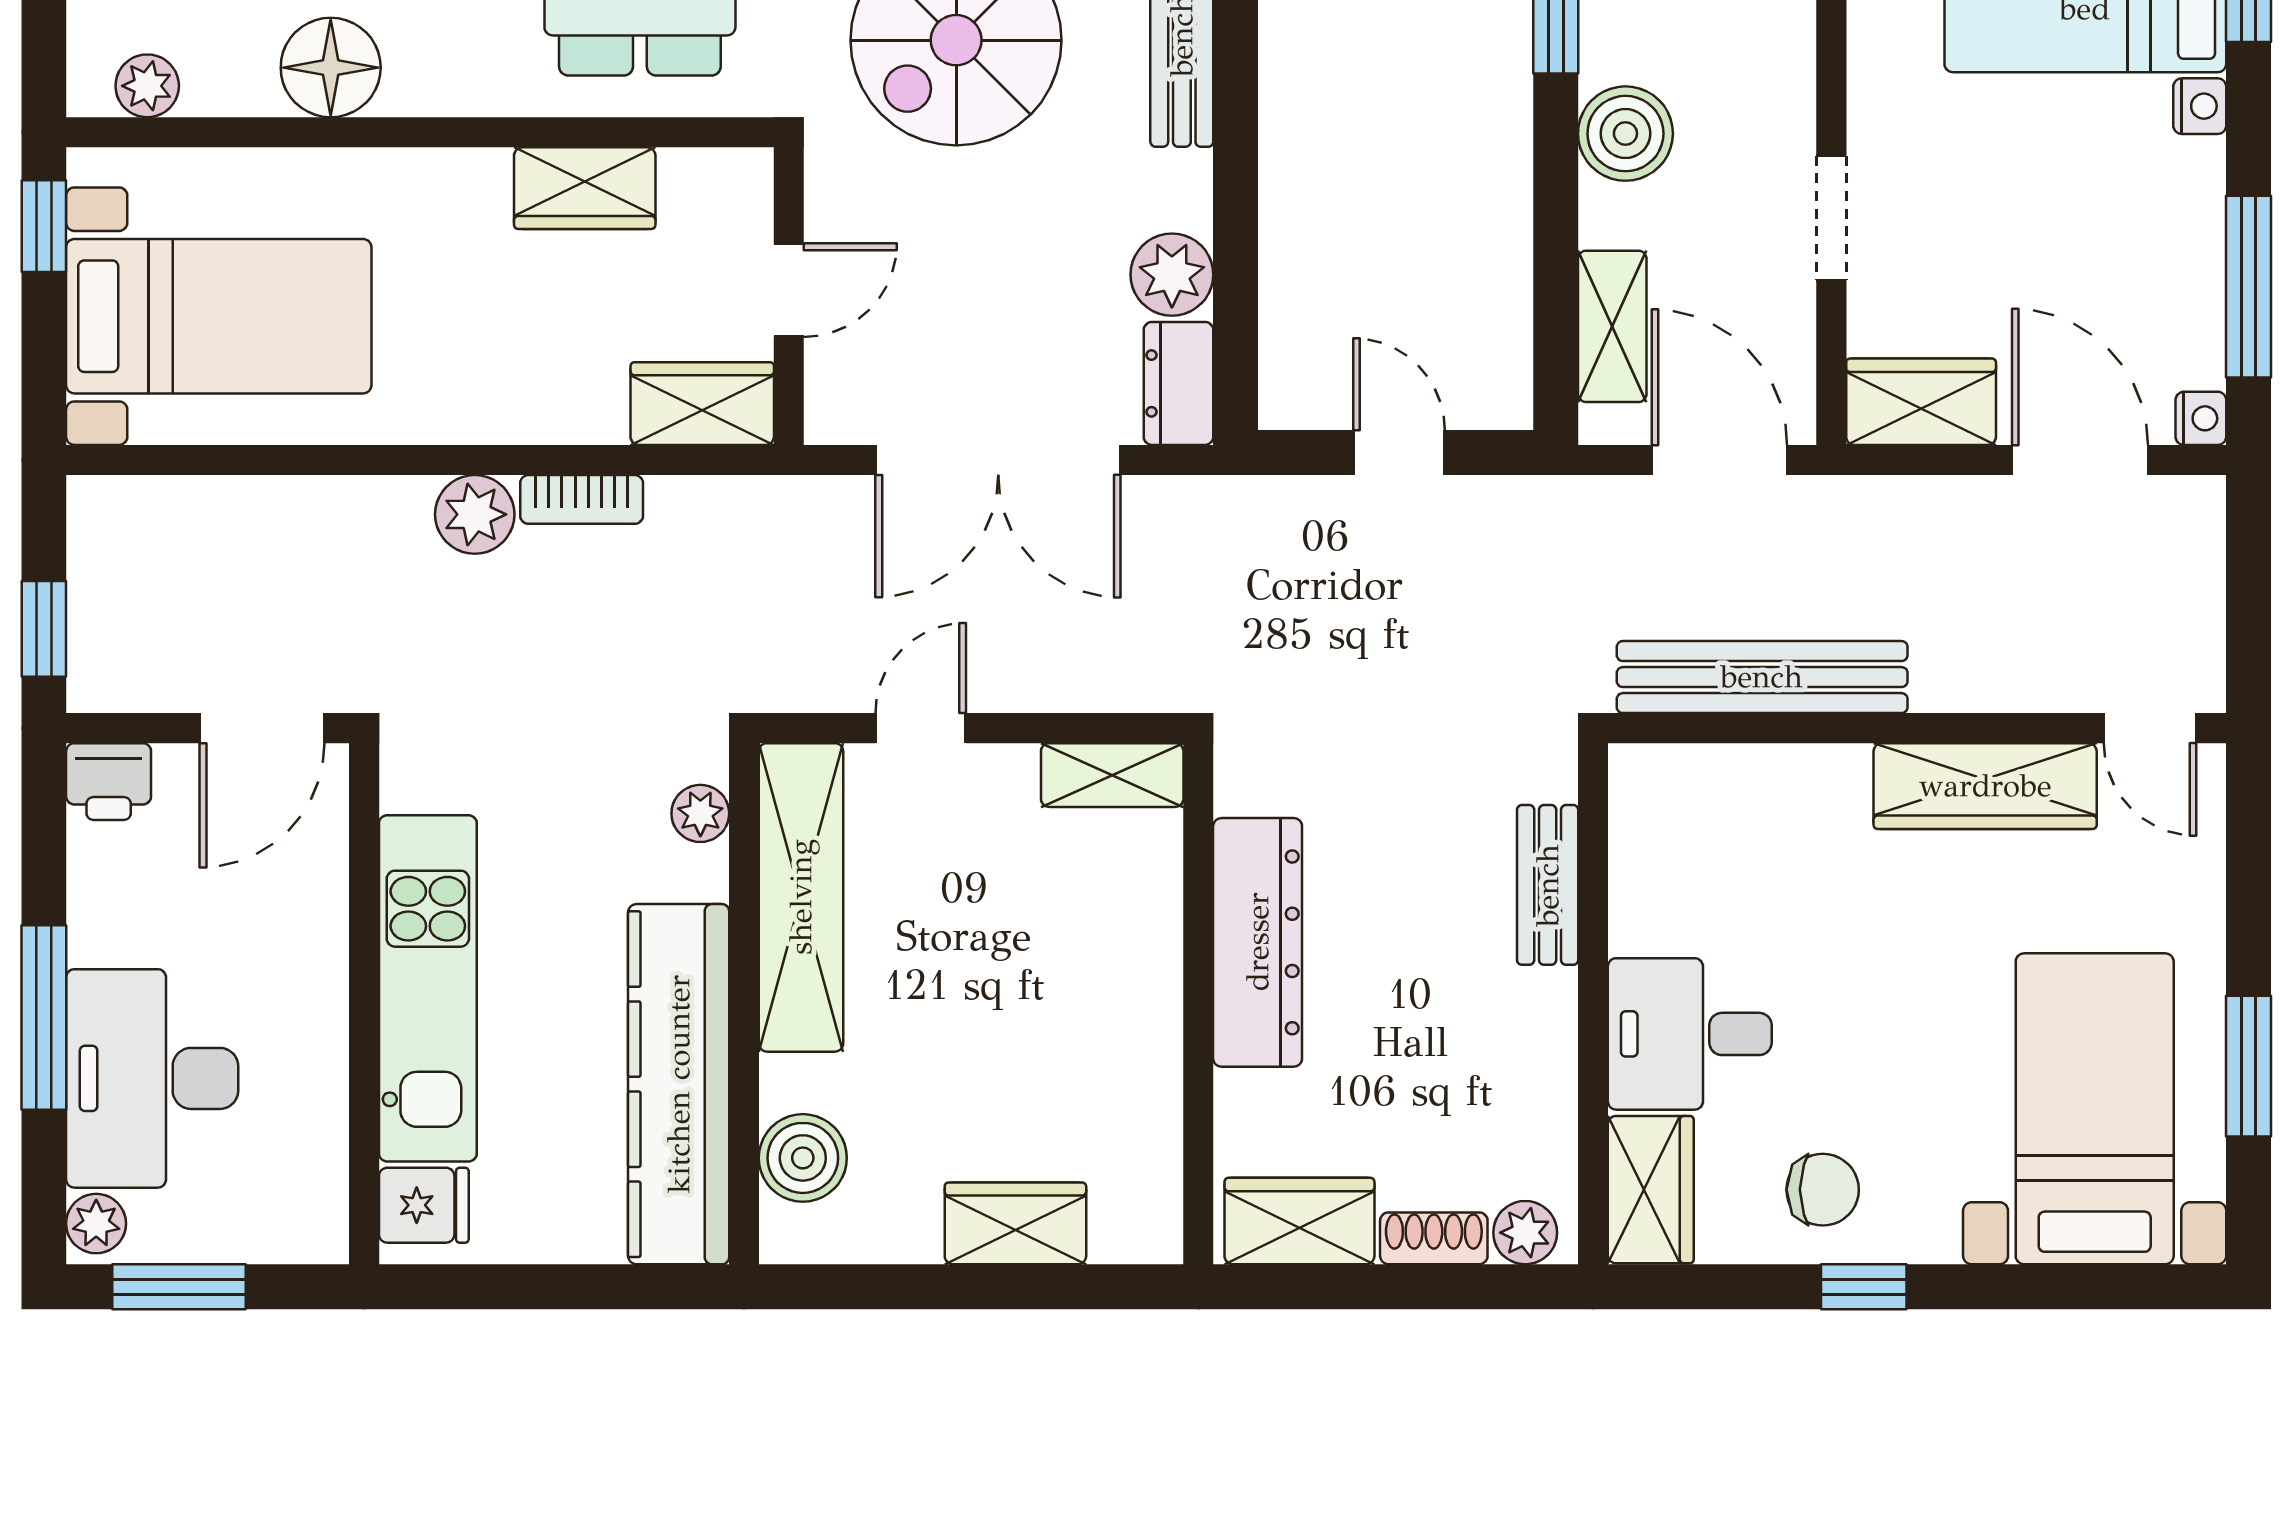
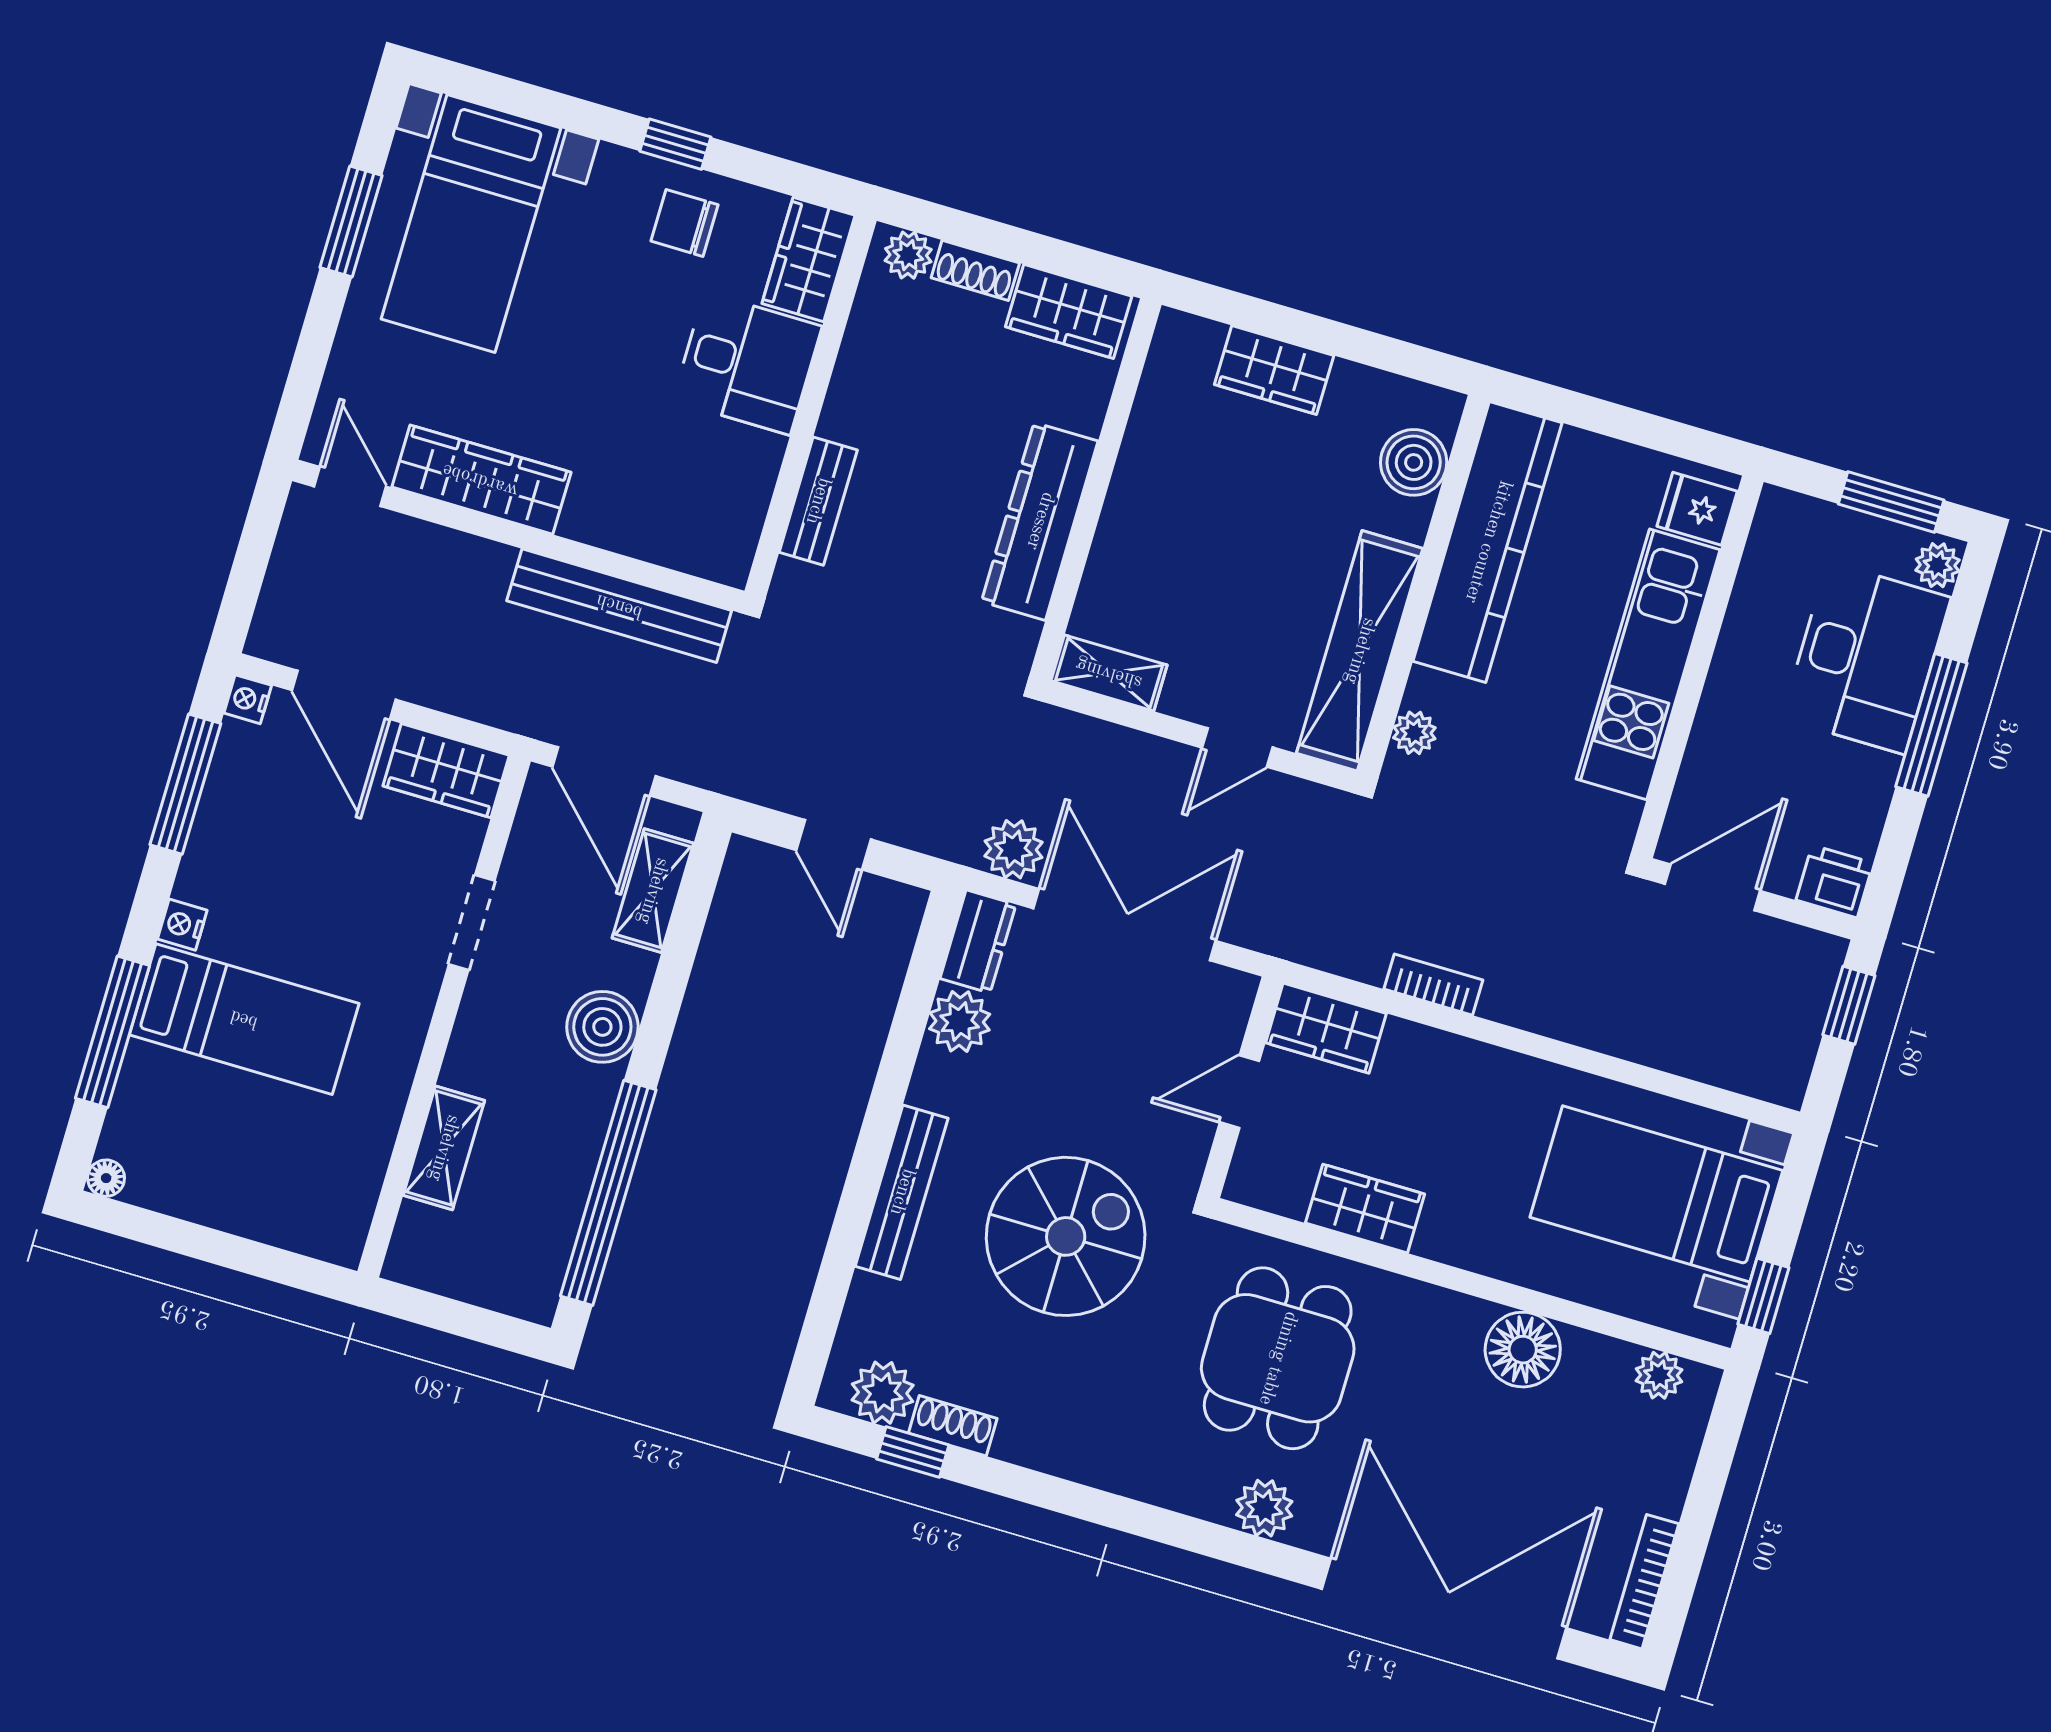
plant: (475, 514) -> (1013, 849), moved

